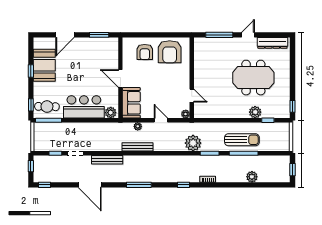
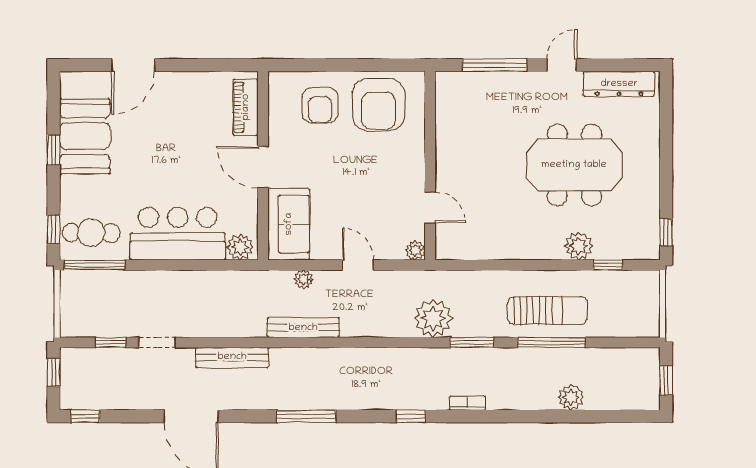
window: (99, 35) -> (213, 65), removed
piano: (113, 53) -> (246, 107), added

